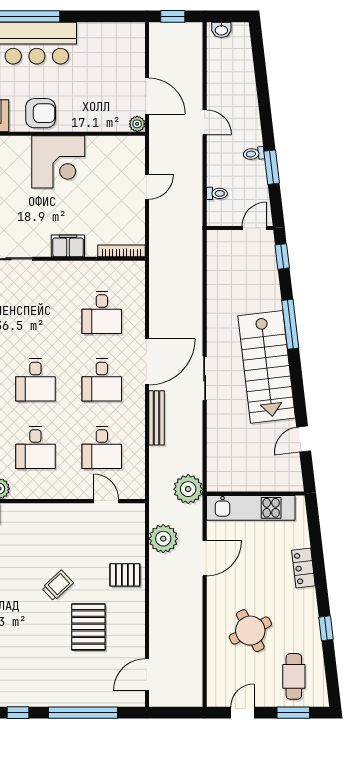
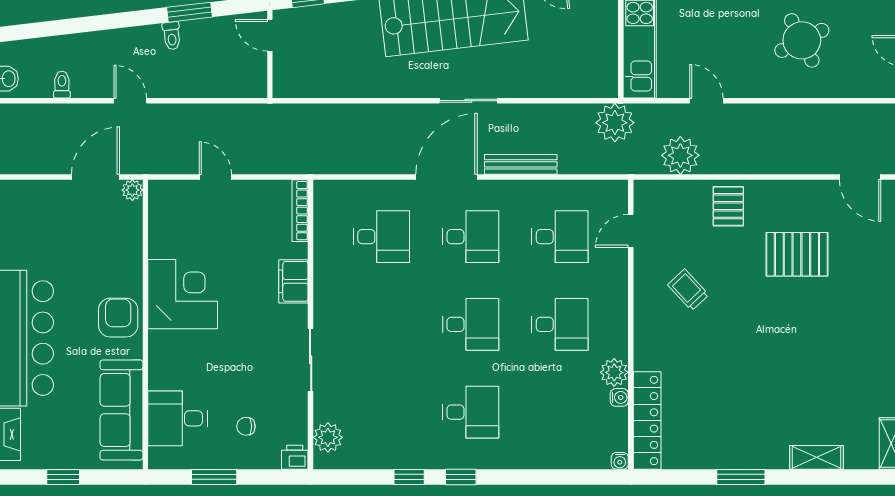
door: (205, 122) -> (130, 101), hinge flipped
toilet: (217, 193) -> (62, 85), moved
door: (147, 362) -> (447, 177), hinge flipped
door: (205, 558) -> (706, 101), width x0.73
trolley: (58, 585) -> (688, 290), moved

